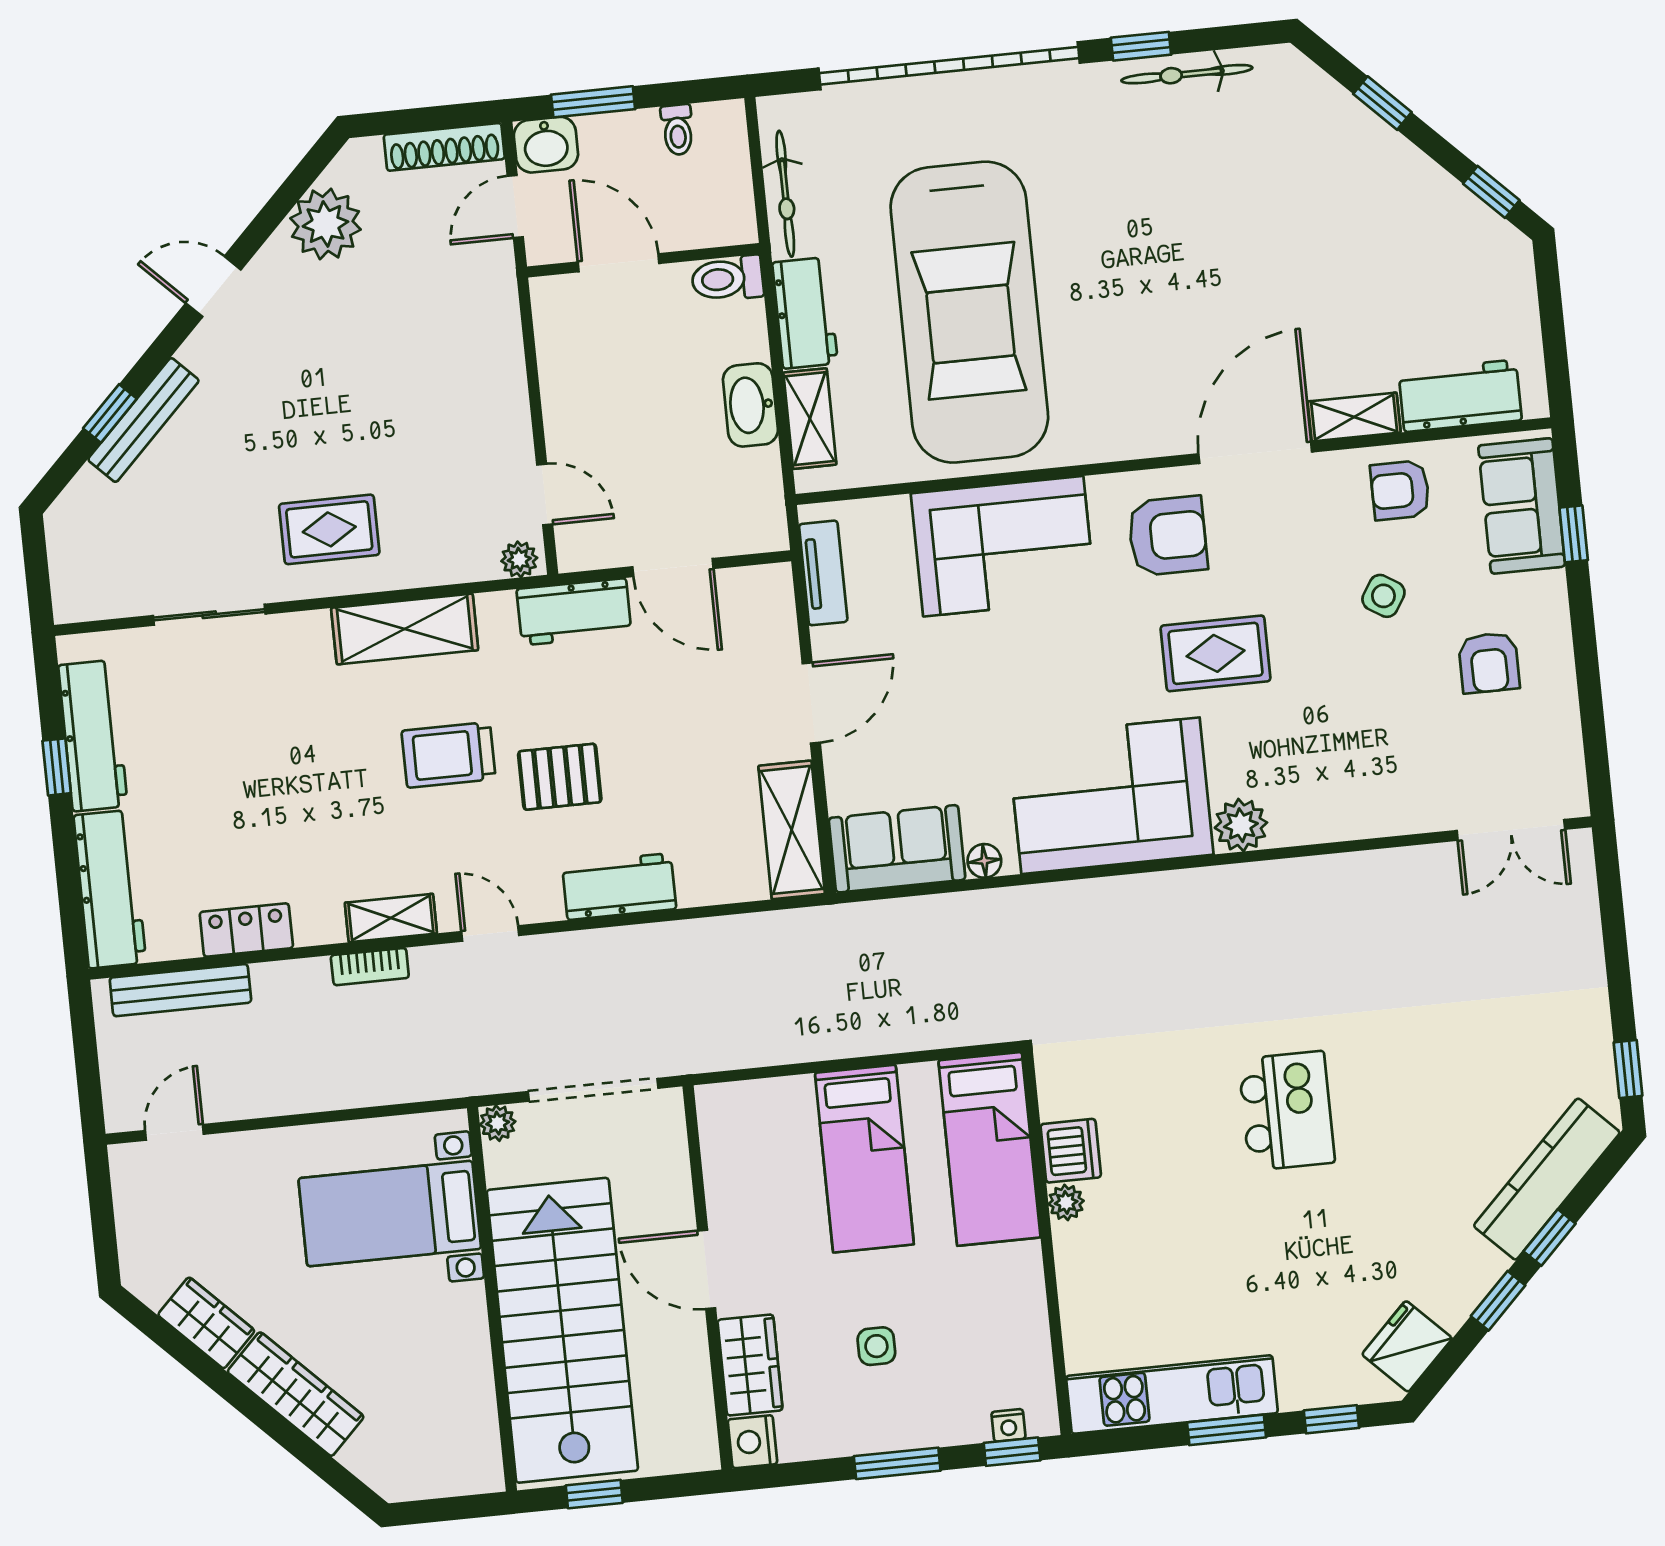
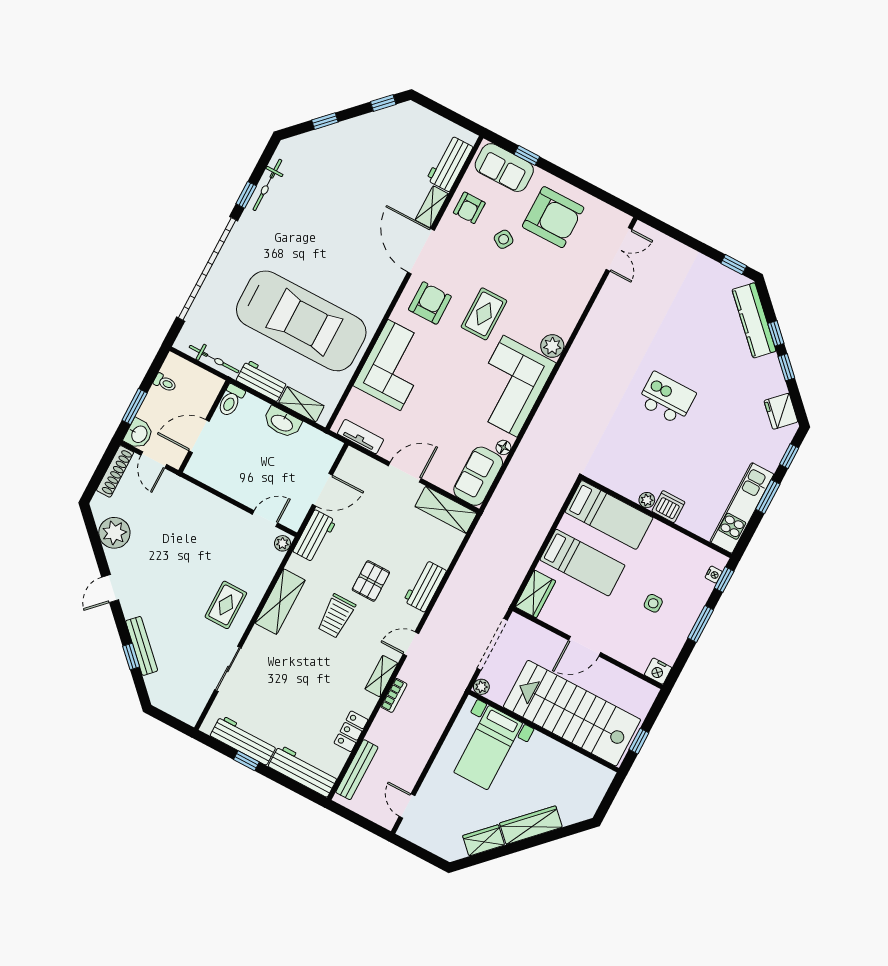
armchair: (1489, 663) -> (553, 217), width x1.88, depth x1.88
door: (811, 703) -> (405, 472), hinge flipped
dishwasher: (1071, 1151) -> (668, 507), moved
wardrobe: (750, 1365) -> (535, 594), moved, turned 90

